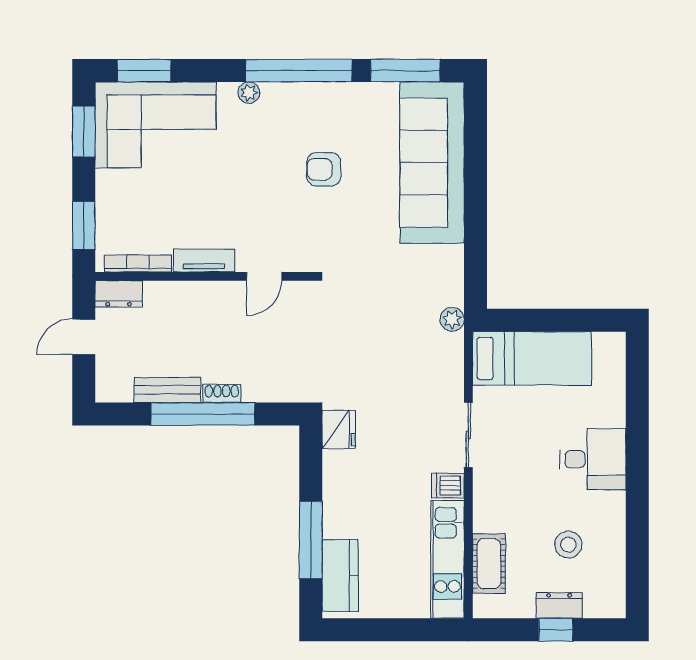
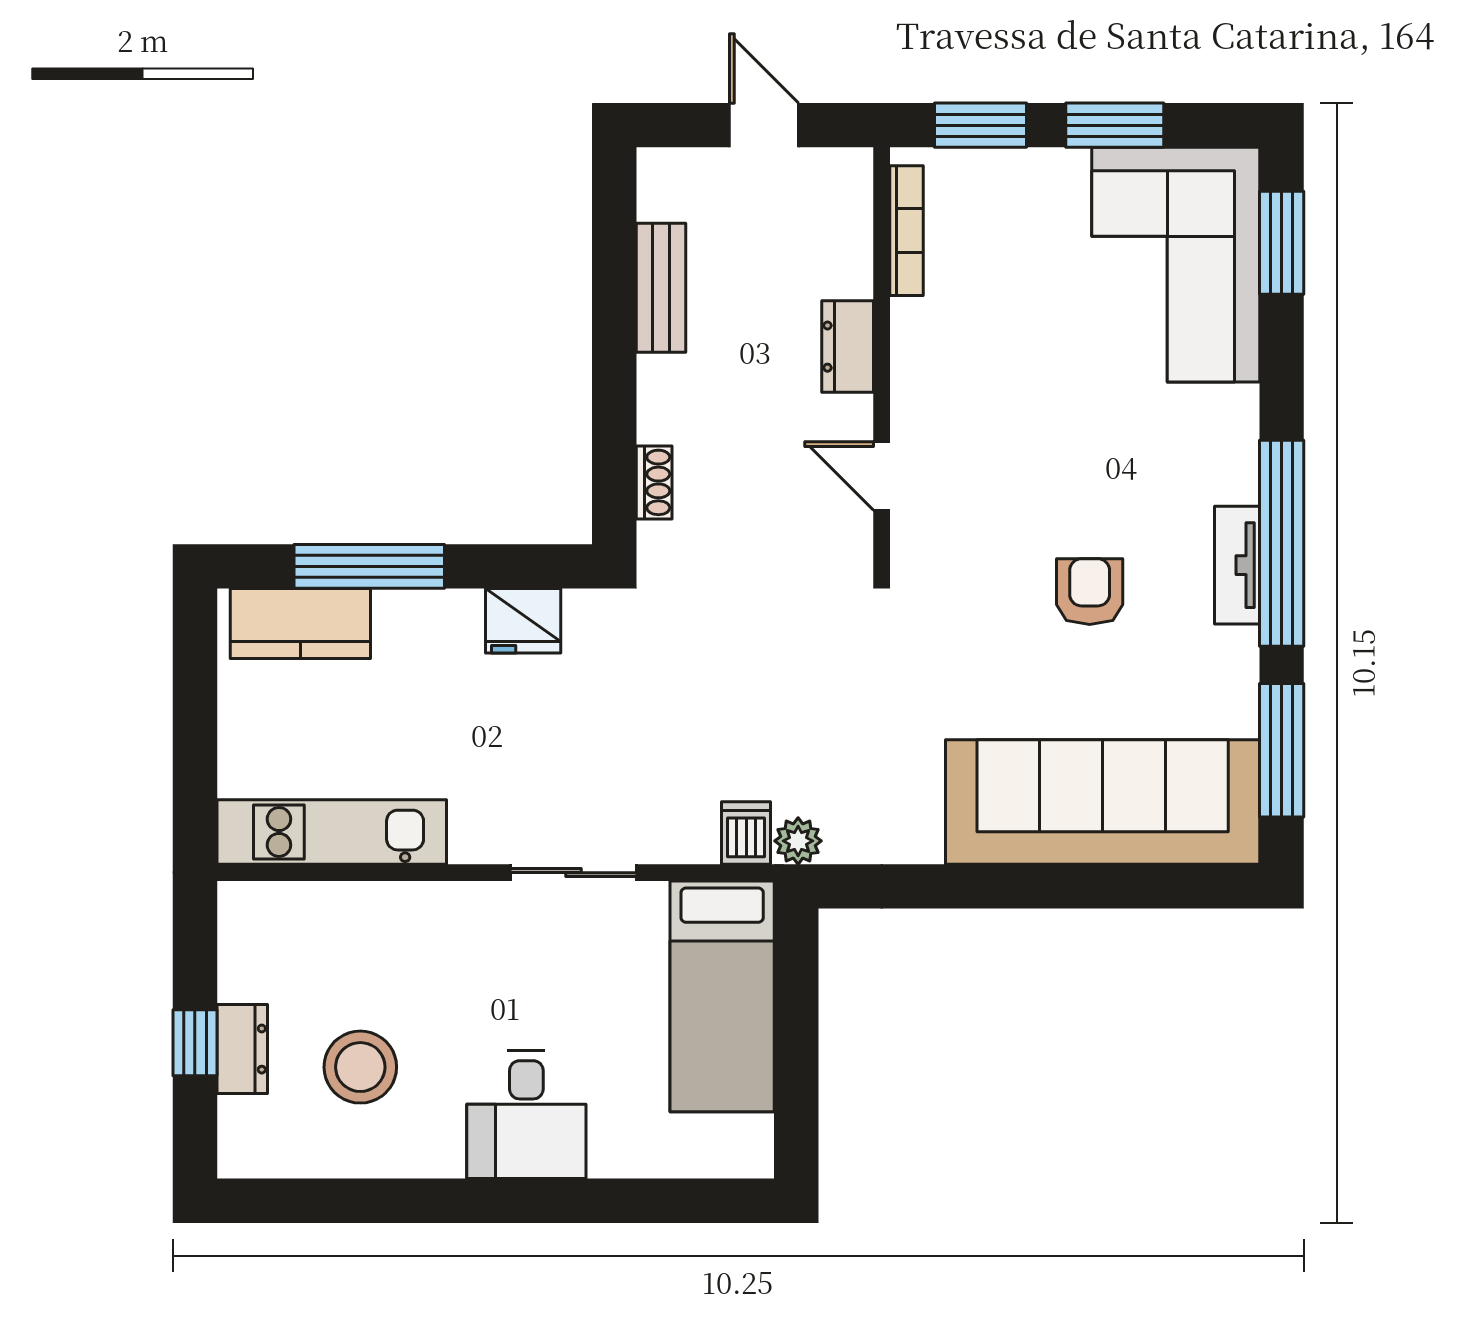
plant: (249, 93) -> (1239, 446), removed
window: (84, 131) -> (1115, 125), moved
tv unit: (204, 260) -> (1237, 565), moved, turned 180
dresser: (119, 294) -> (848, 347), moved
shoe rack: (222, 393) -> (654, 482), moved
window: (203, 414) -> (614, 357), removed
fridge: (339, 429) -> (523, 621), moved
dishwasher: (448, 486) -> (746, 833), moved
stool: (568, 545) -> (360, 1067), width x1.38, depth x1.38
cot: (489, 564) -> (323, 913), removed

